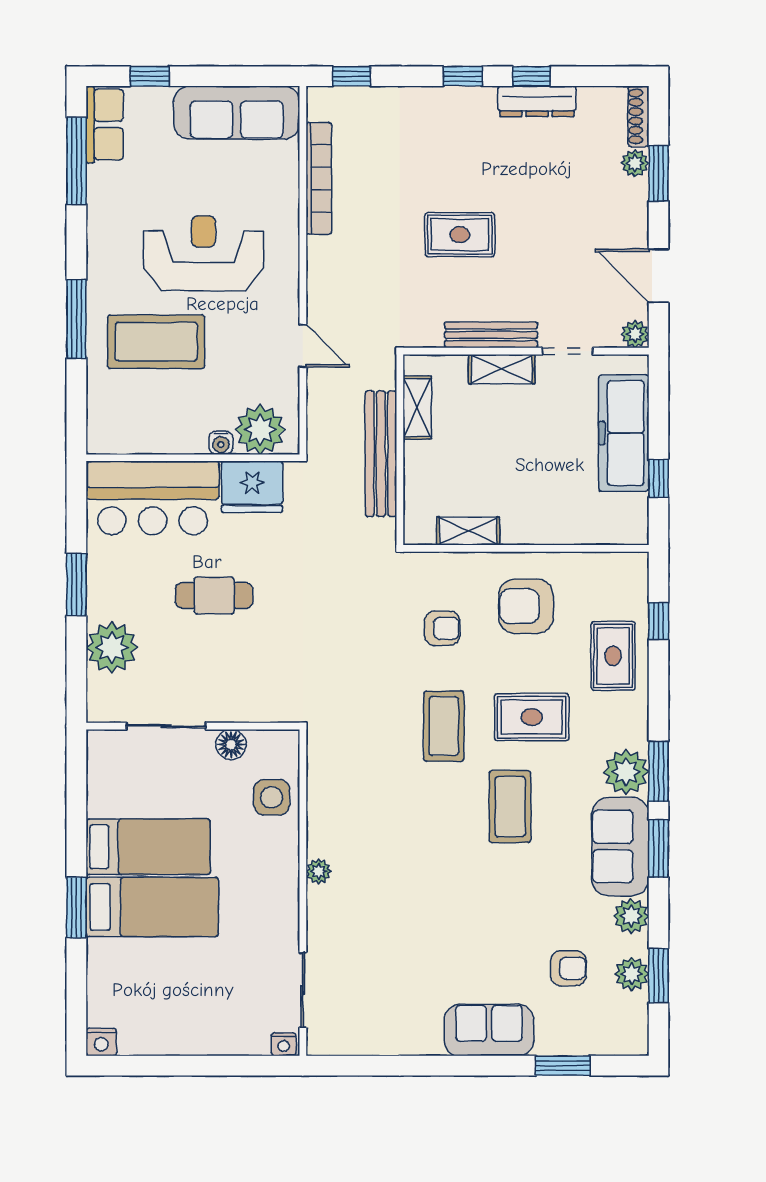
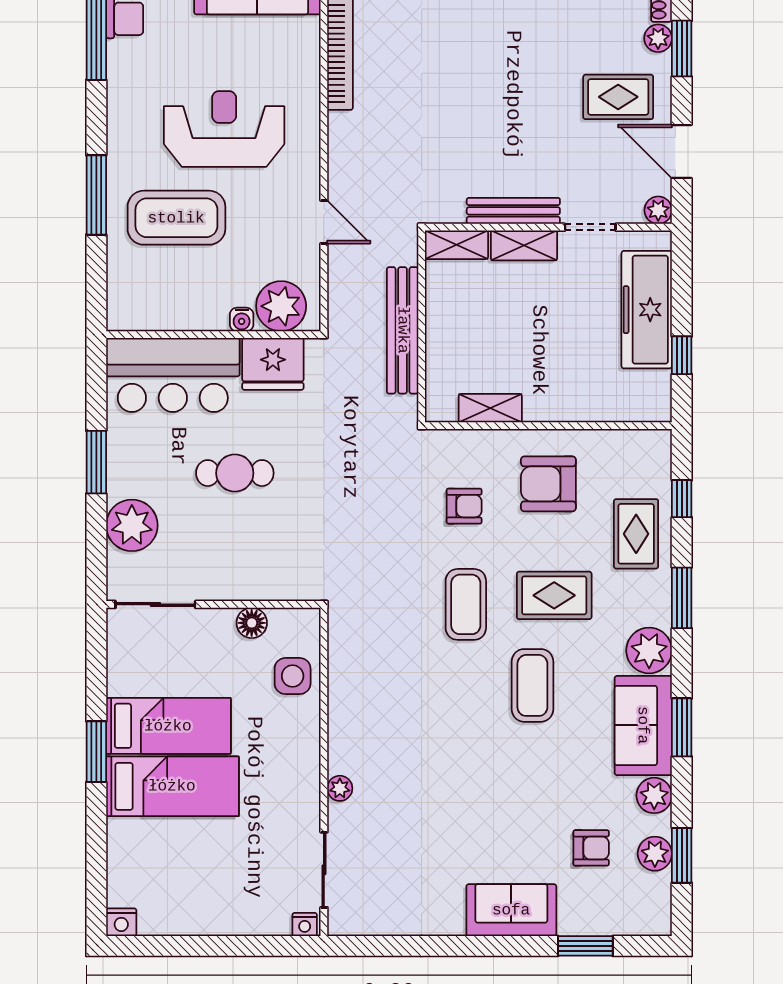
rug: (460, 235) -> (618, 97), moved
shelving: (417, 408) -> (456, 245), moved, turned 90
sliding door: (166, 726) -> (155, 604), moved
window: (658, 771) -> (682, 598), moved
plant: (319, 871) -> (340, 788), moved
window: (76, 907) -> (96, 752), moved

